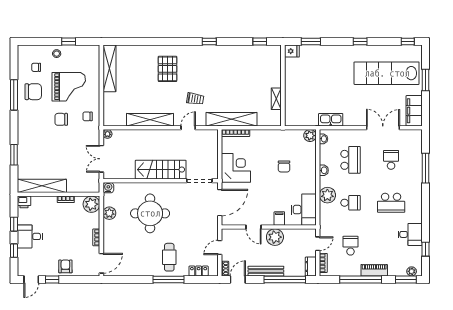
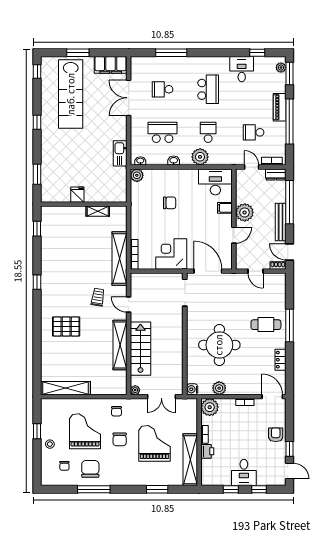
fridge: (292, 51) -> (77, 195), moved
grand piano: (57, 152) -> (154, 443), added
stairs: (161, 170) -> (140, 349), moved, turned 180
printer: (24, 202) -> (207, 451), moved
armchair: (65, 266) -> (276, 435), turned 90
locker: (199, 271) -> (280, 360), moved

